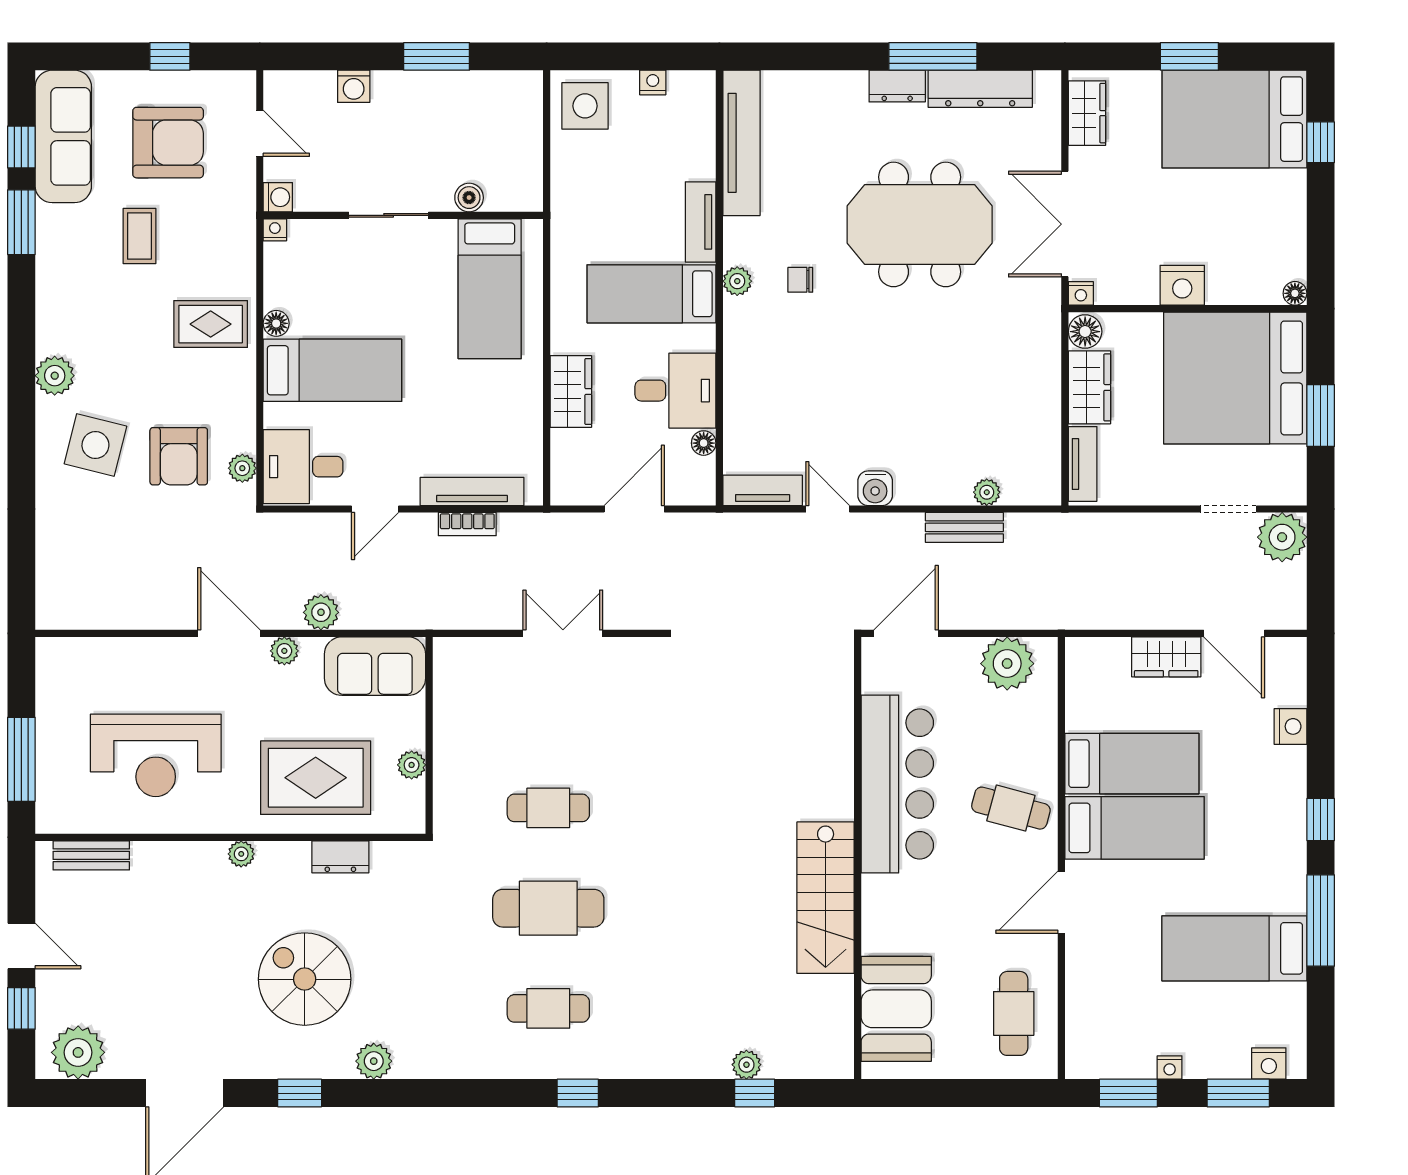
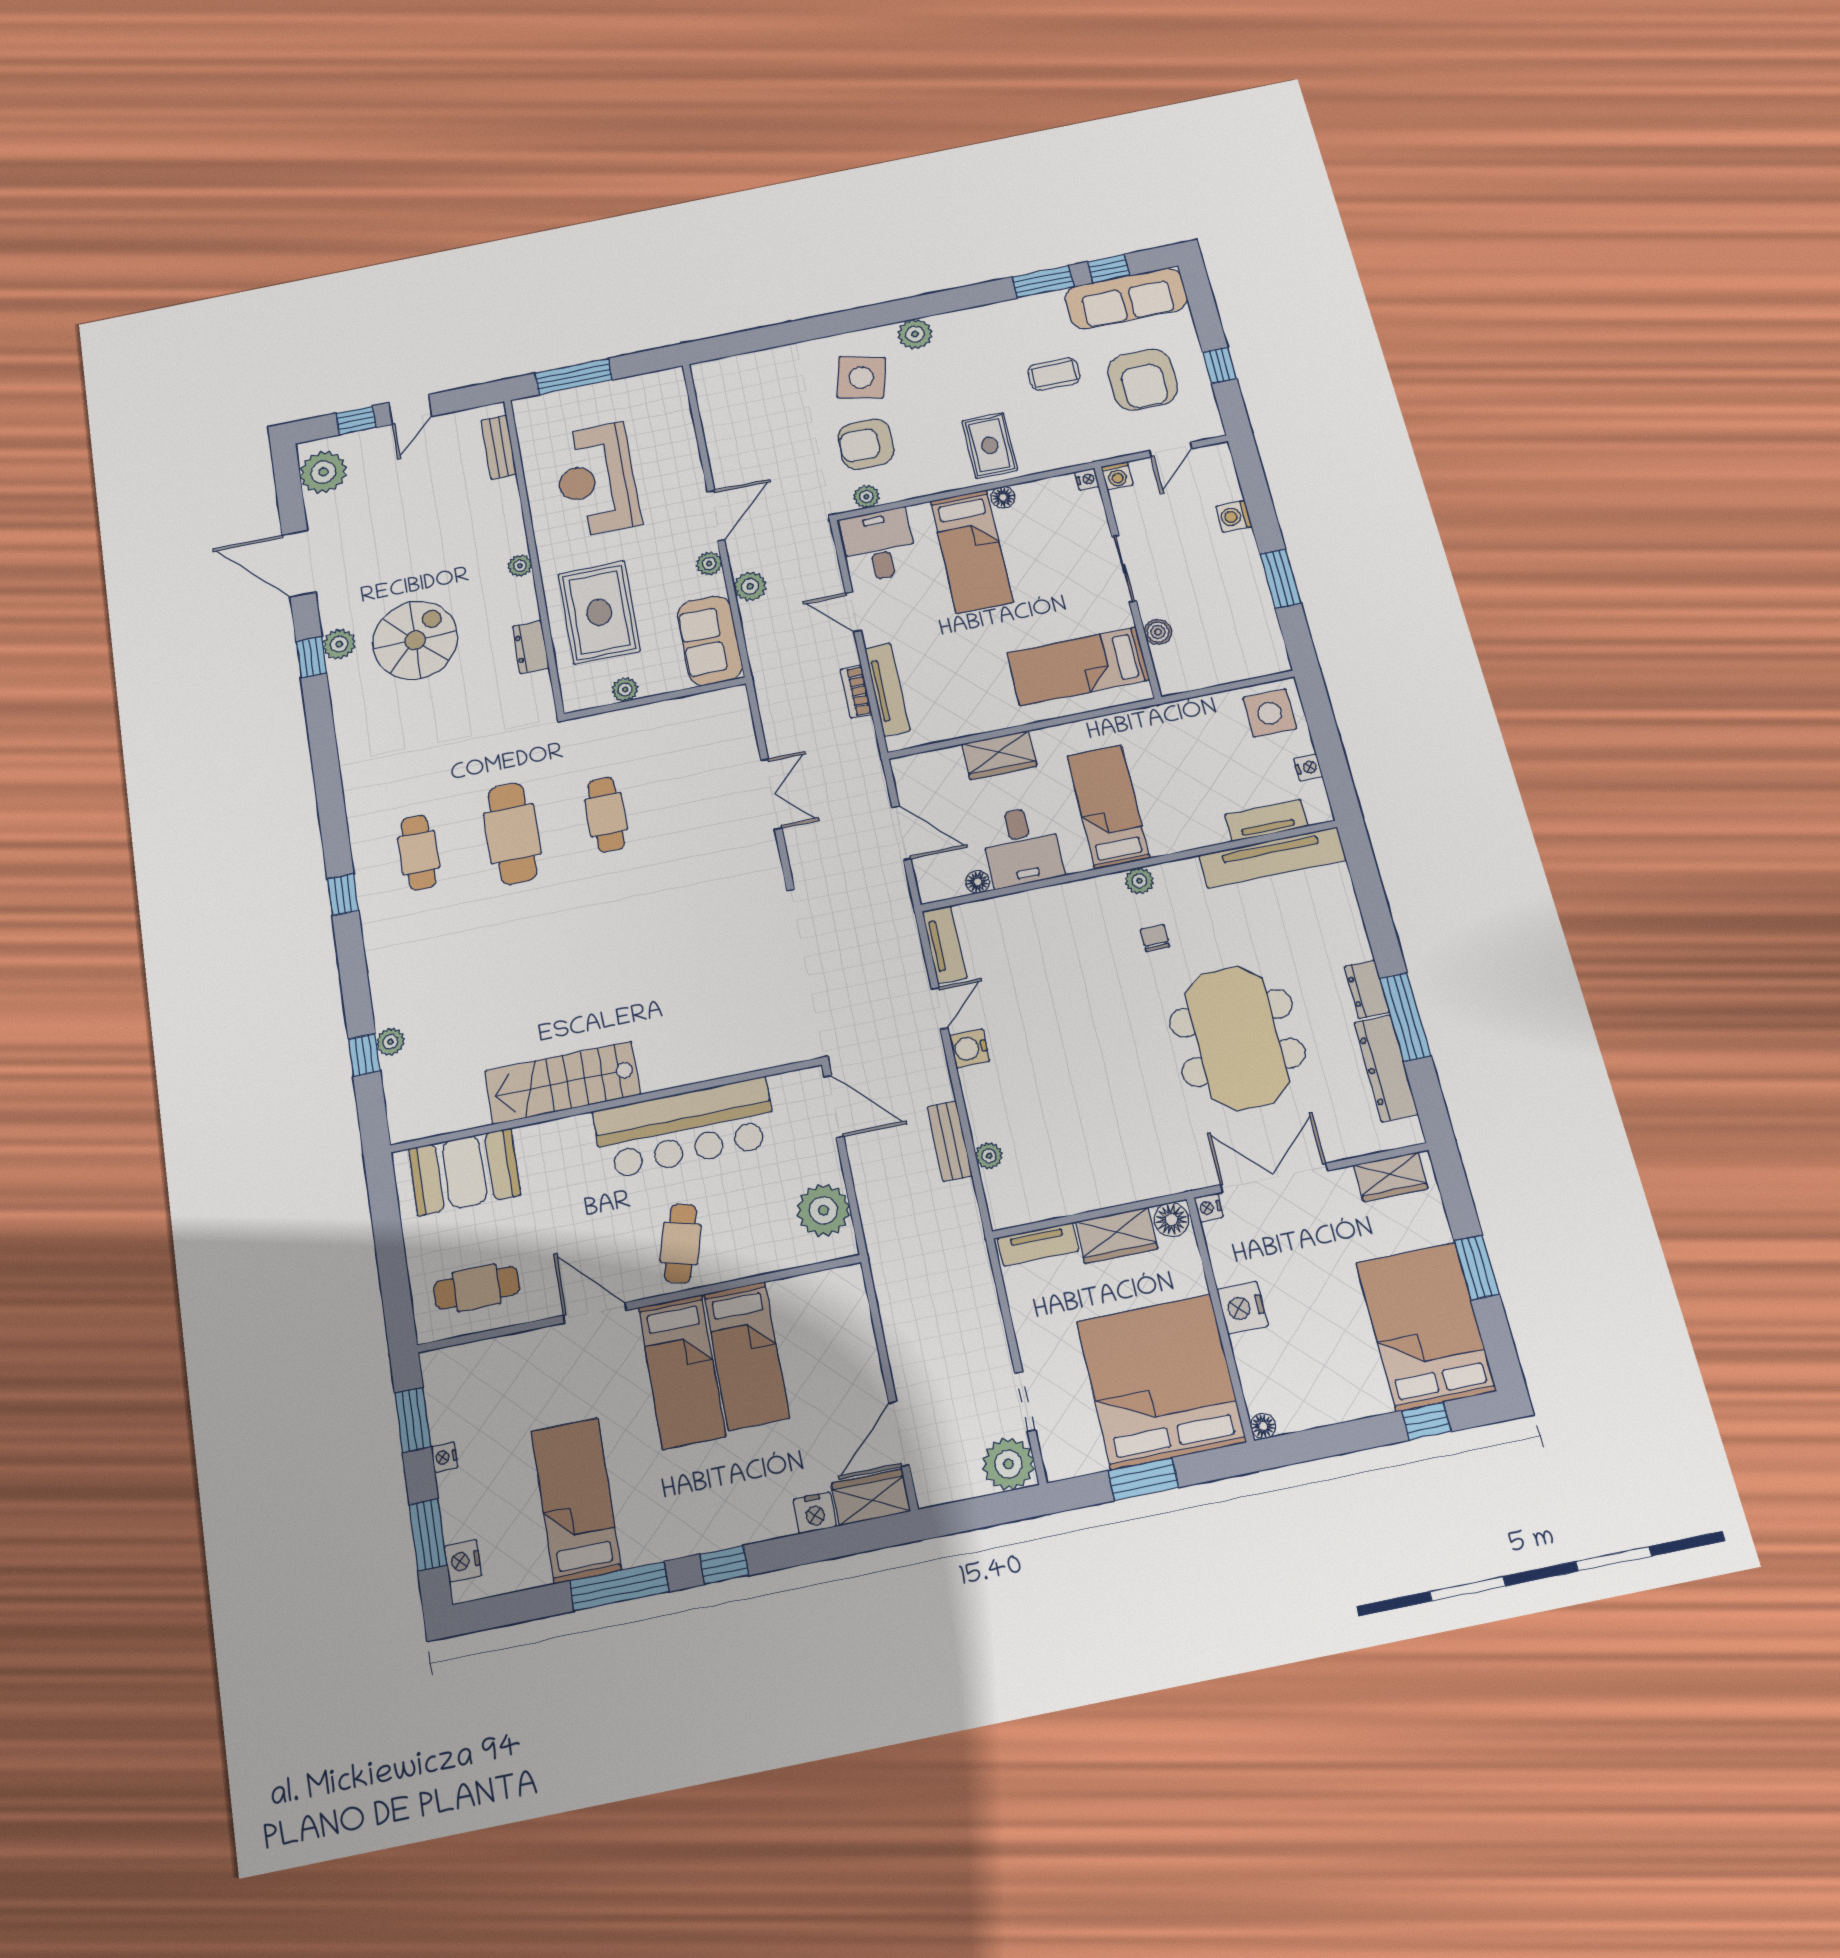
tv unit: (701, 222) -> (1266, 821), moved
wardrobe: (1166, 657) -> (871, 1497), moved, turned 90
plant: (374, 1061) -> (339, 644), moved

